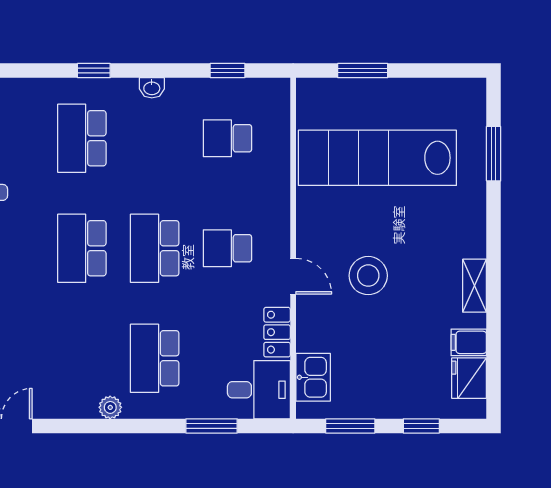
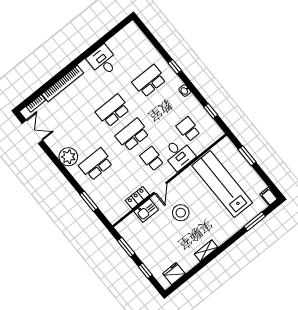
filing cabinet: (469, 342) -> (269, 196), moved
kitchen sink: (313, 377) -> (146, 211), moved
desk: (259, 390) -> (179, 154), moved
plant: (110, 407) -> (68, 157), width x1.88, depth x1.88

